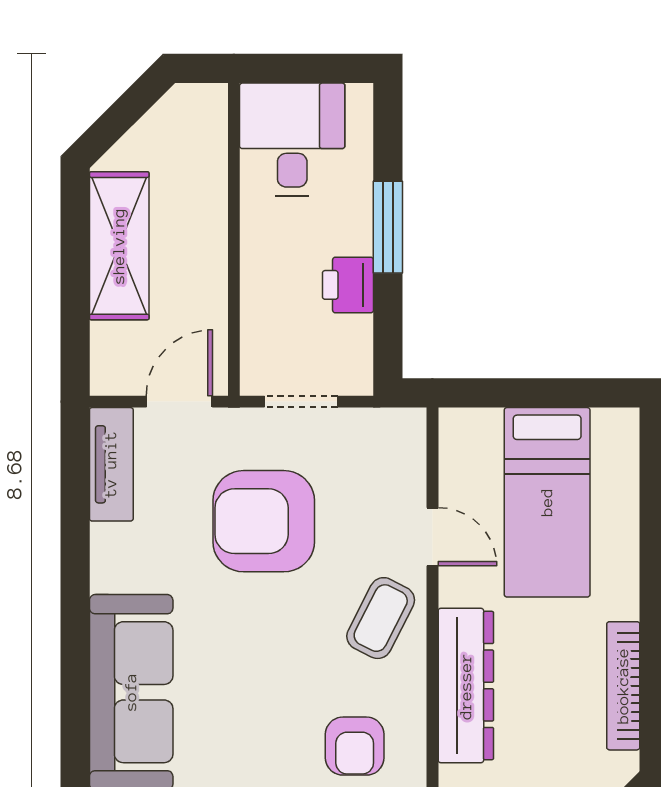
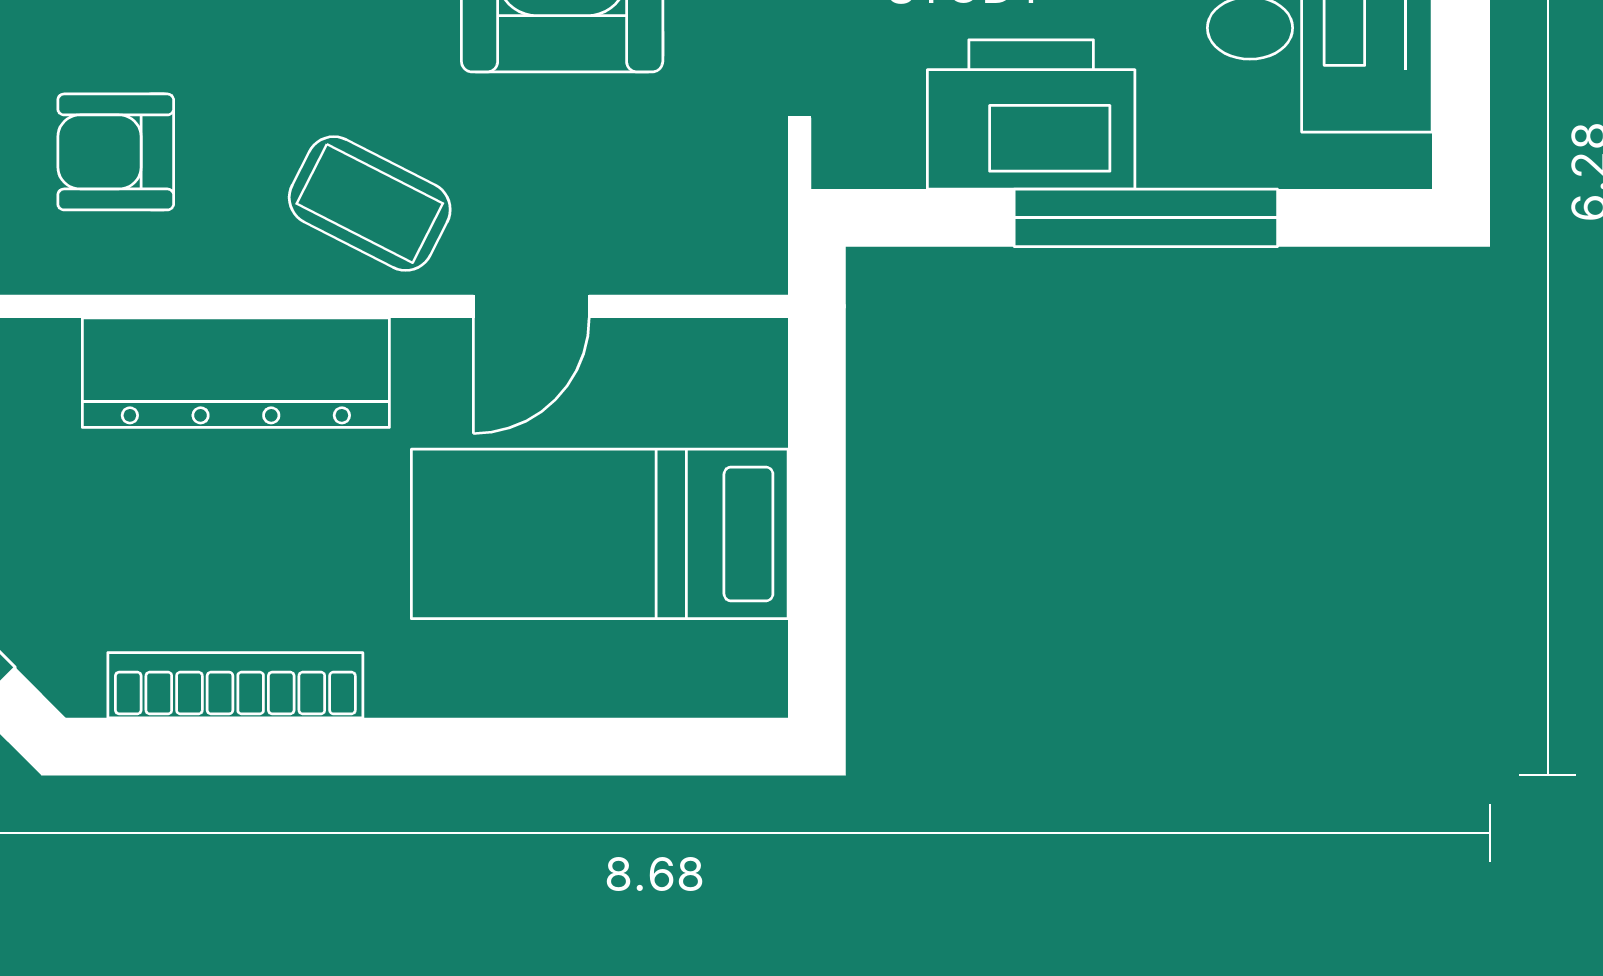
window: (388, 227) -> (1146, 218), width x1.44
printer: (348, 285) -> (1031, 114), width x1.87, depth x1.48

